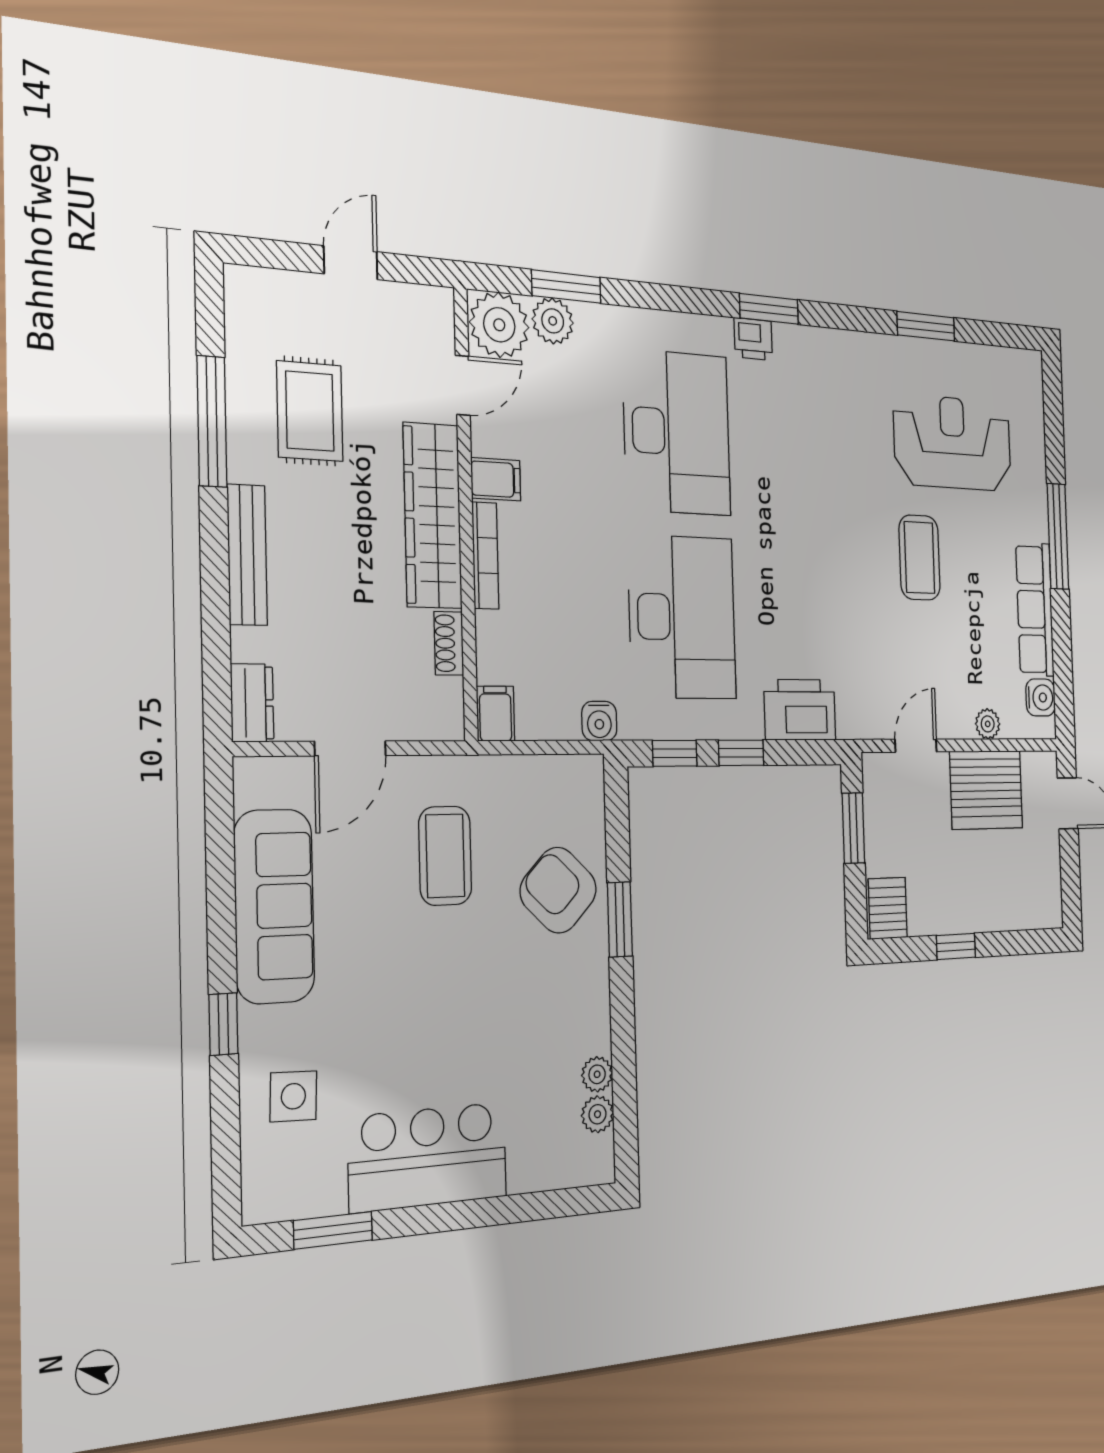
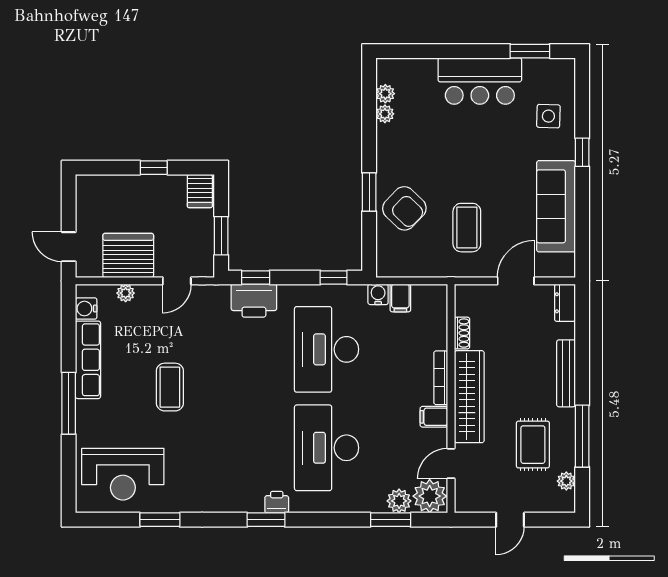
plant: (242, 331) -> (566, 481), added
reception desk: (953, 443) -> (123, 474), moved
filing cabinet: (495, 714) -> (400, 298), moved
window: (741, 753) -> (256, 278), moved

